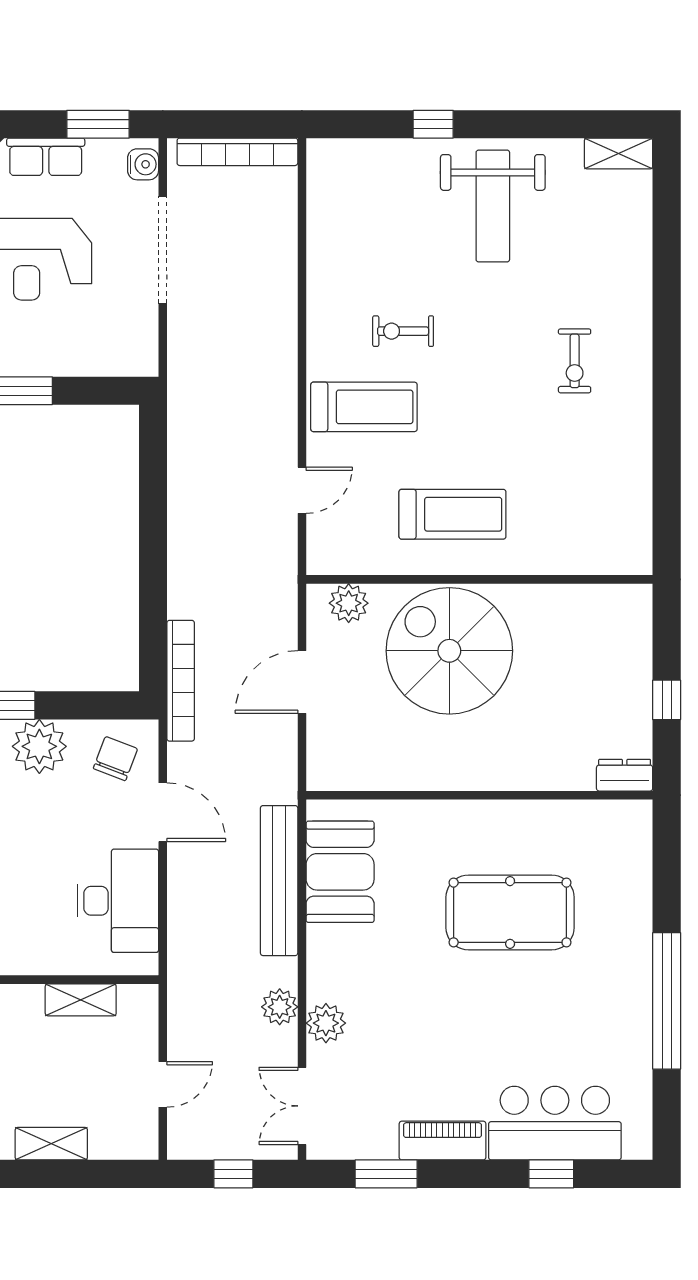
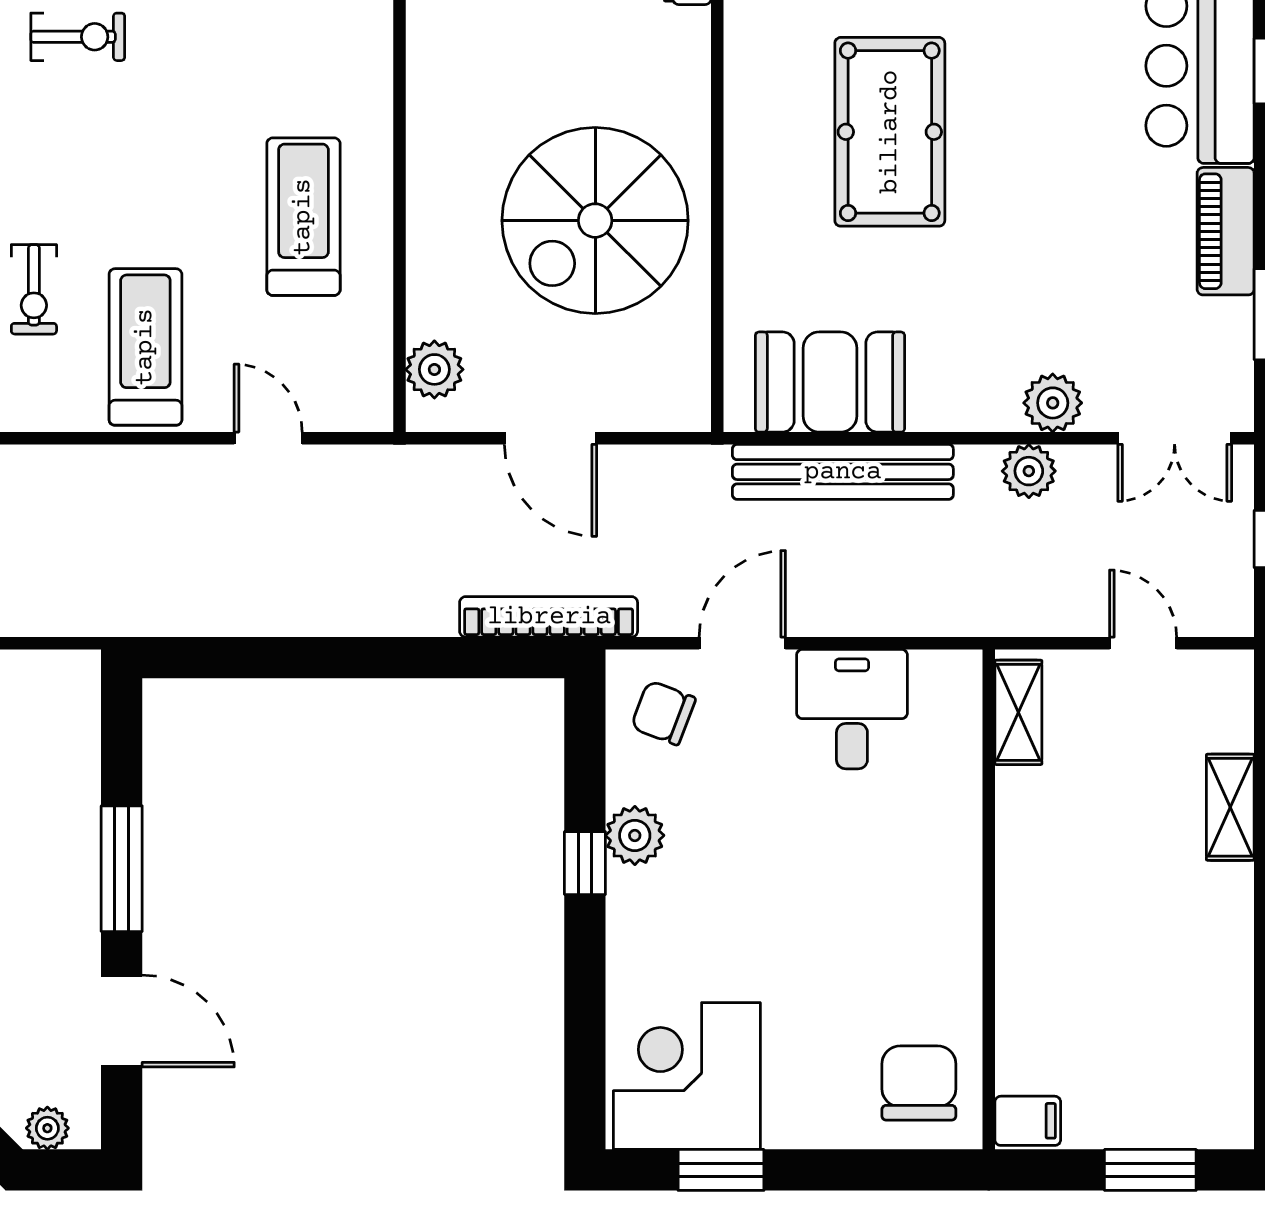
spiral stairs: (449, 651) -> (595, 221), moved
plant: (39, 746) -> (635, 835), width x0.73, depth x0.73
desk: (118, 901) -> (852, 709), width x0.73
shelving: (81, 1000) -> (1018, 712), moved

